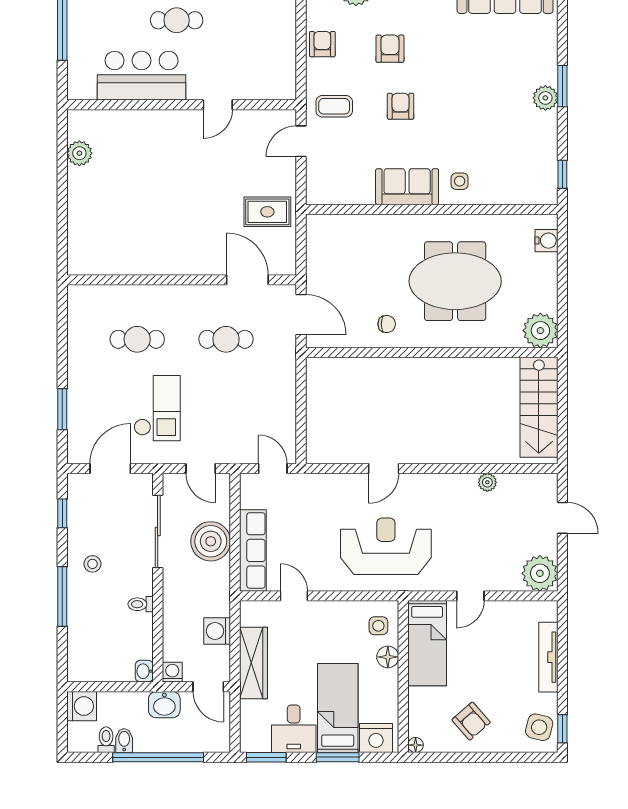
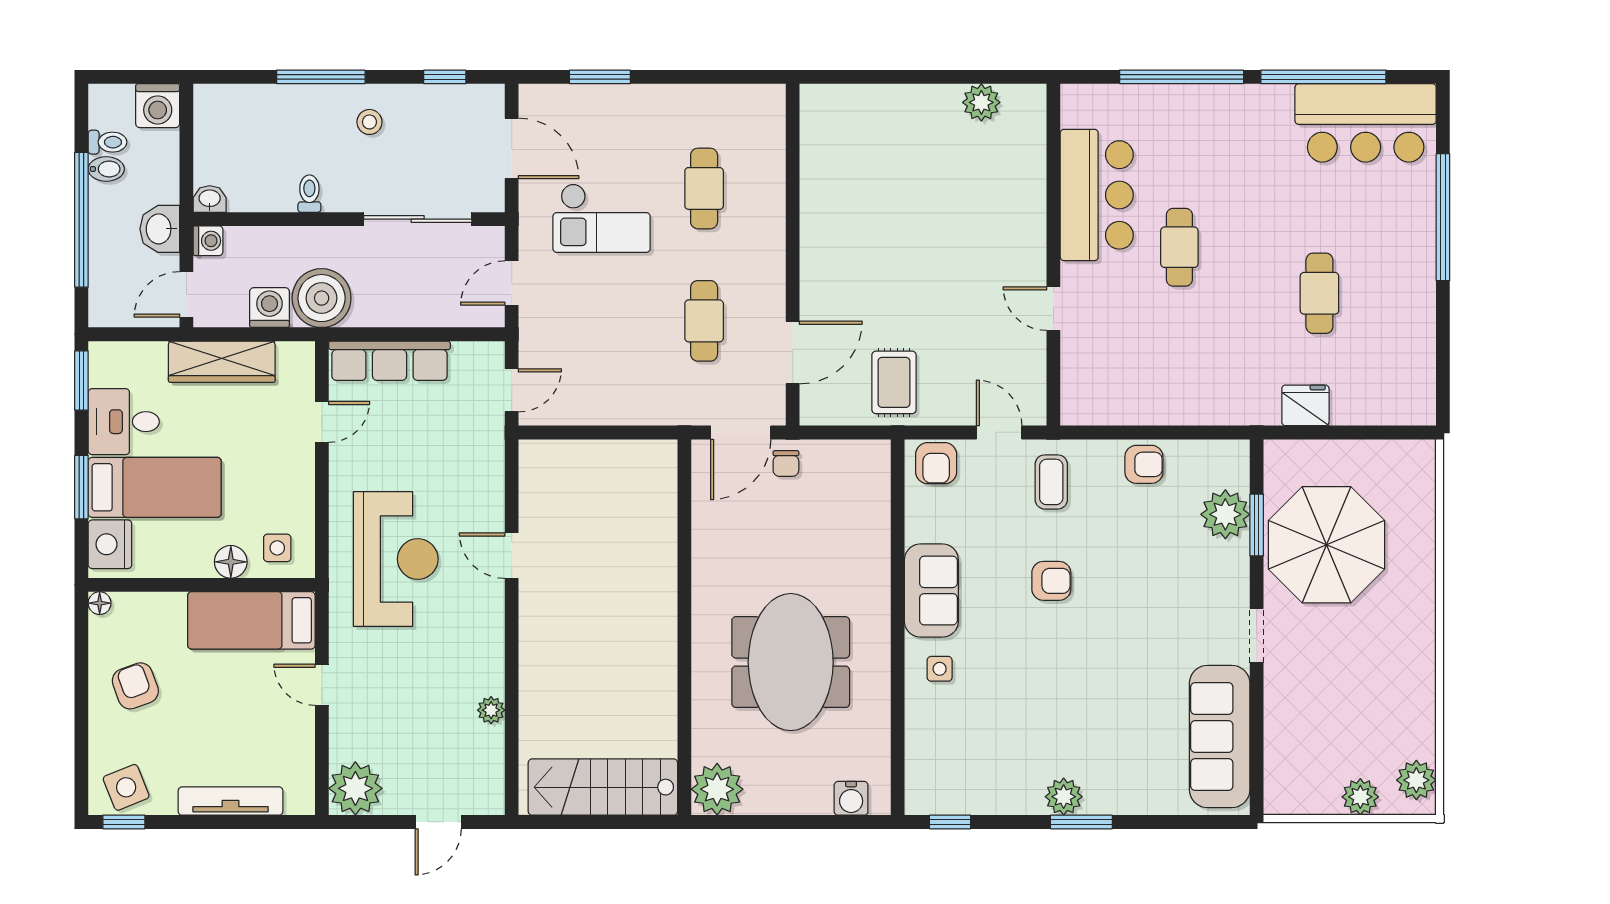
armchair: (390, 49) -> (936, 463), moved, turned 90
chair: (387, 324) -> (786, 463), moved
boiler: (211, 541) -> (322, 298), moved
armchair: (471, 721) -> (135, 686), turned 111
side table: (539, 727) -> (126, 787), turned -36

